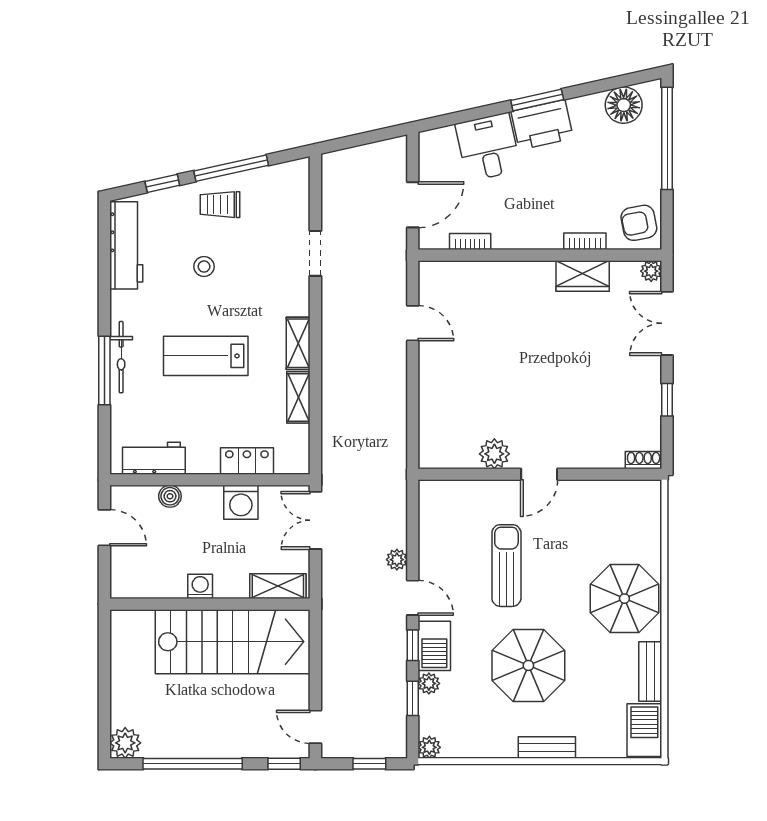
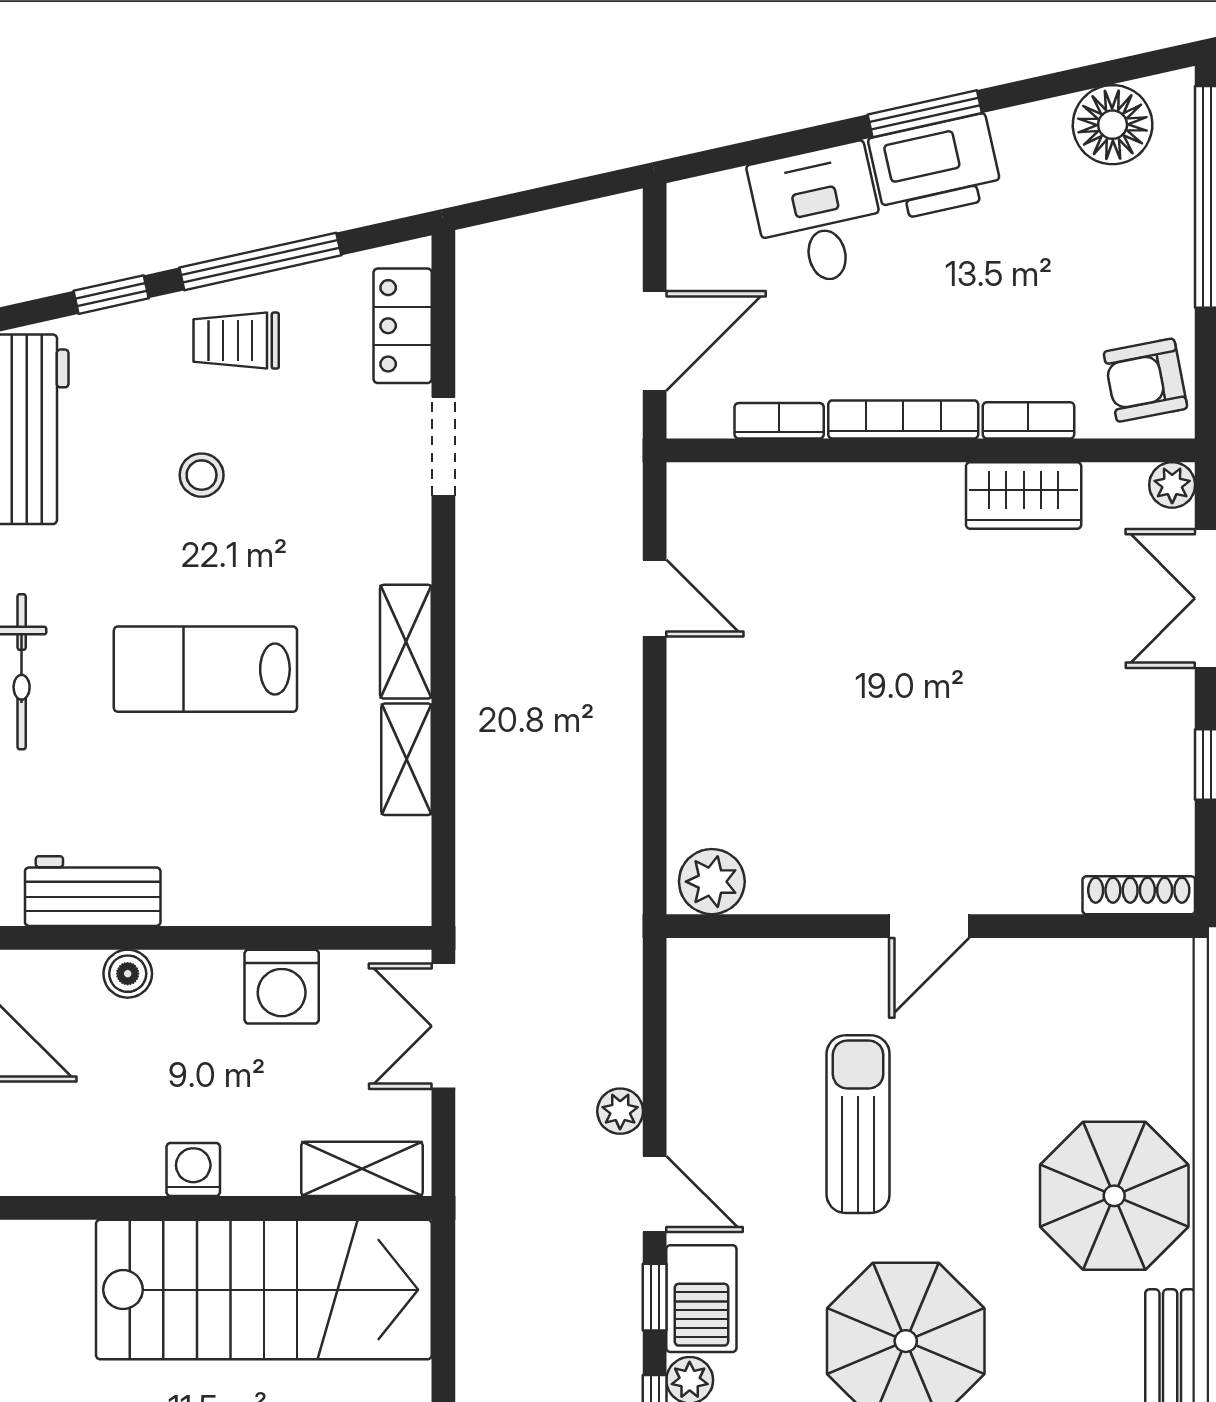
bookcase: (527, 241) -> (903, 419), added
plant: (494, 454) -> (712, 882), moved
shoe rack: (644, 460) -> (1139, 895), width x1.43
locker: (247, 461) -> (403, 326), moved, turned -90

